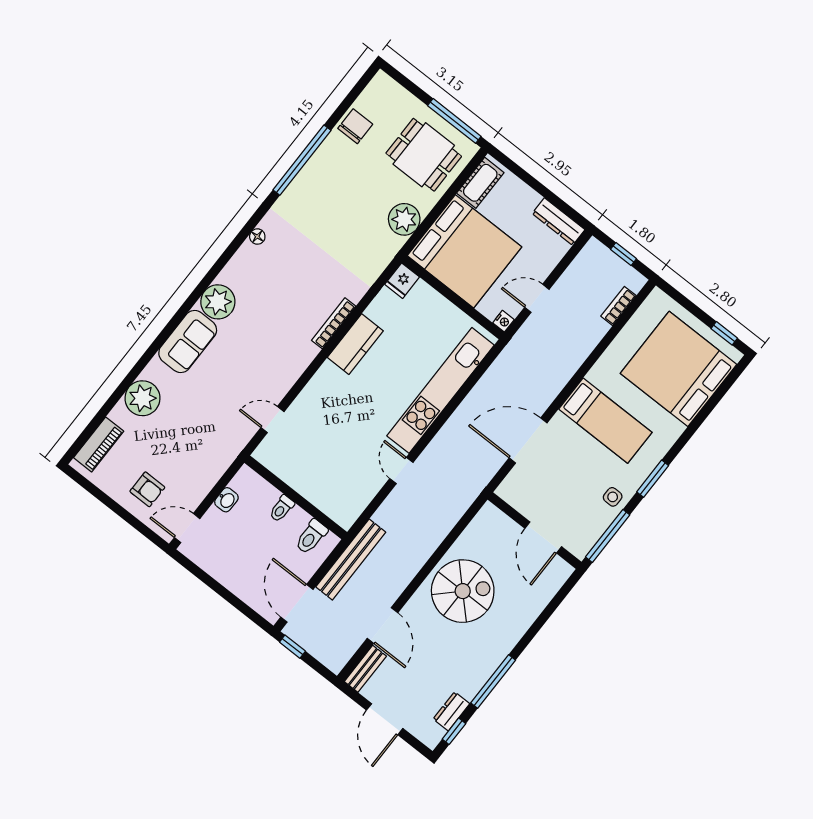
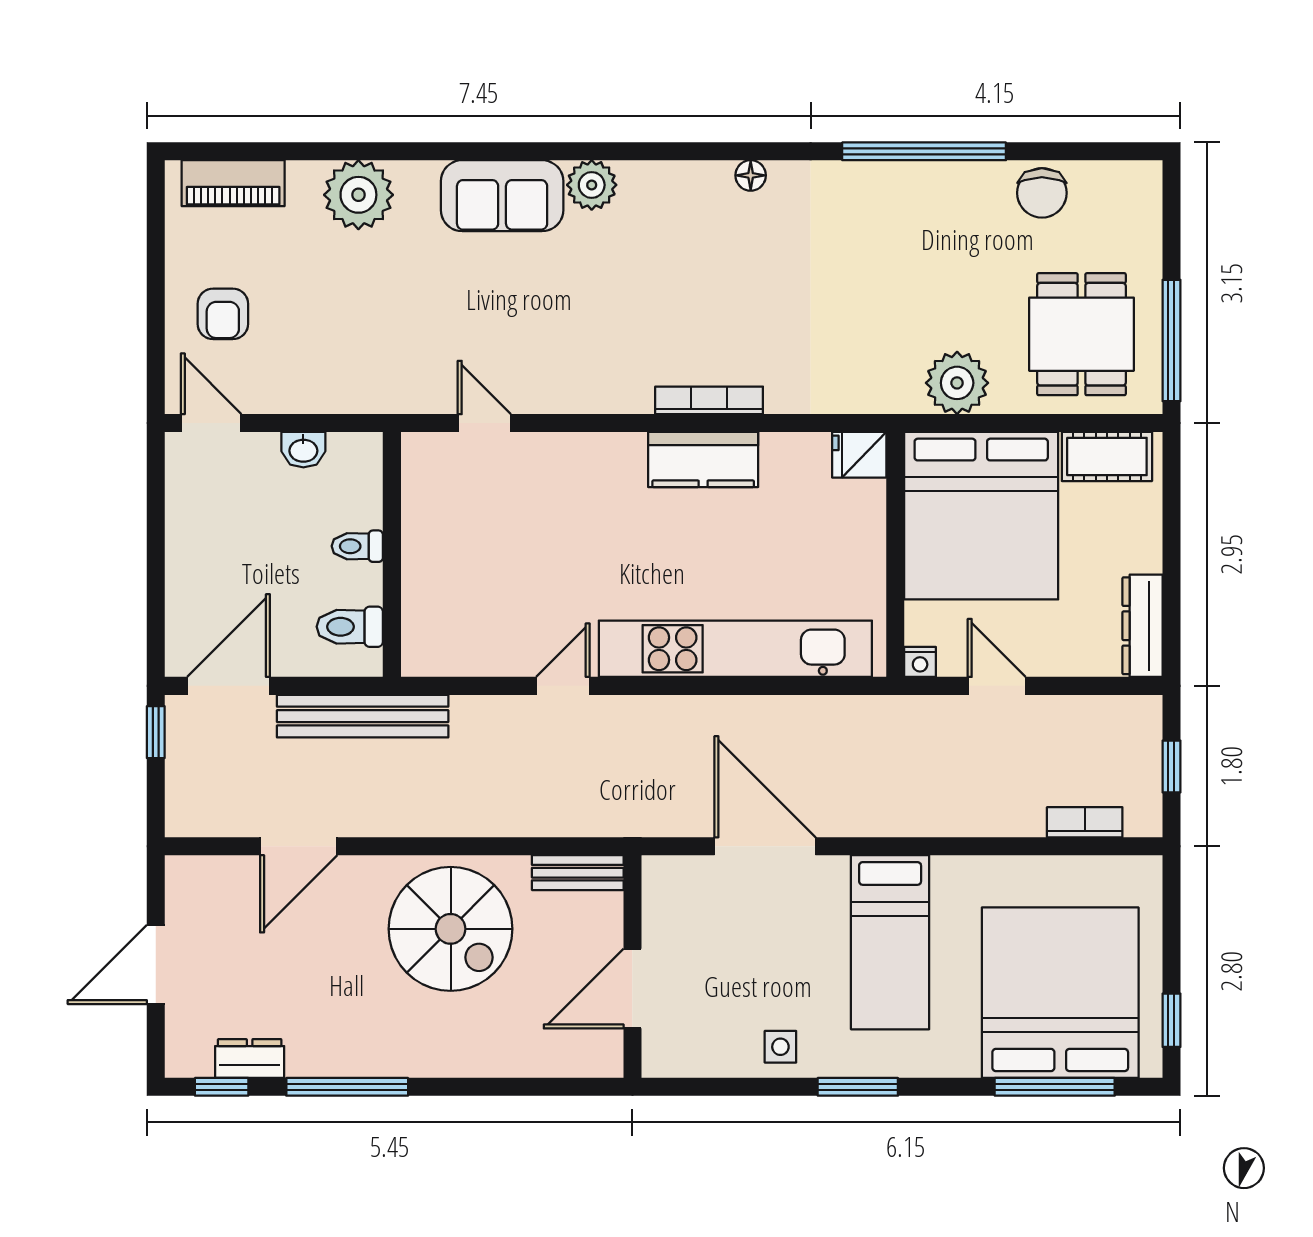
chair: (355, 126) -> (1042, 193), turned 90
plant: (218, 302) -> (592, 185), width x0.73, depth x0.73
window: (608, 536) -> (1055, 1087), moved
bench: (365, 669) -> (578, 873), moved

